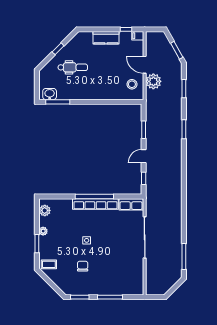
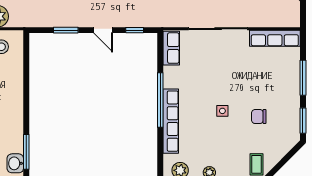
row of seats: (95, 204) -> (171, 121), moved
row of seats: (138, 277) -> (275, 38), added

